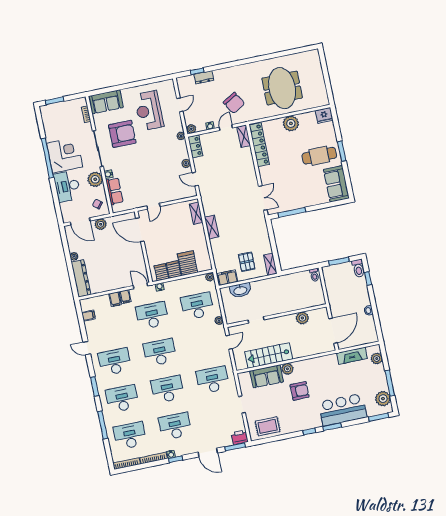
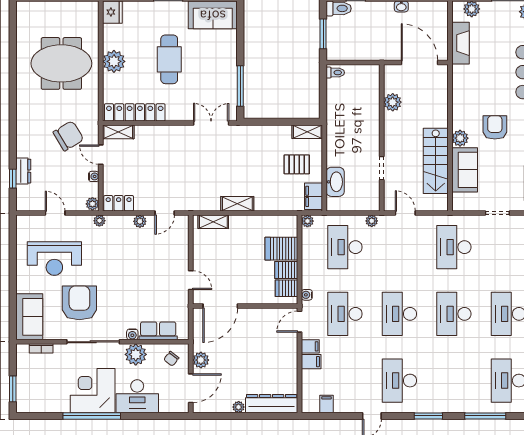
cafe table: (319, 156) -> (169, 59), moved
desk: (122, 399) -> (454, 381), removed

